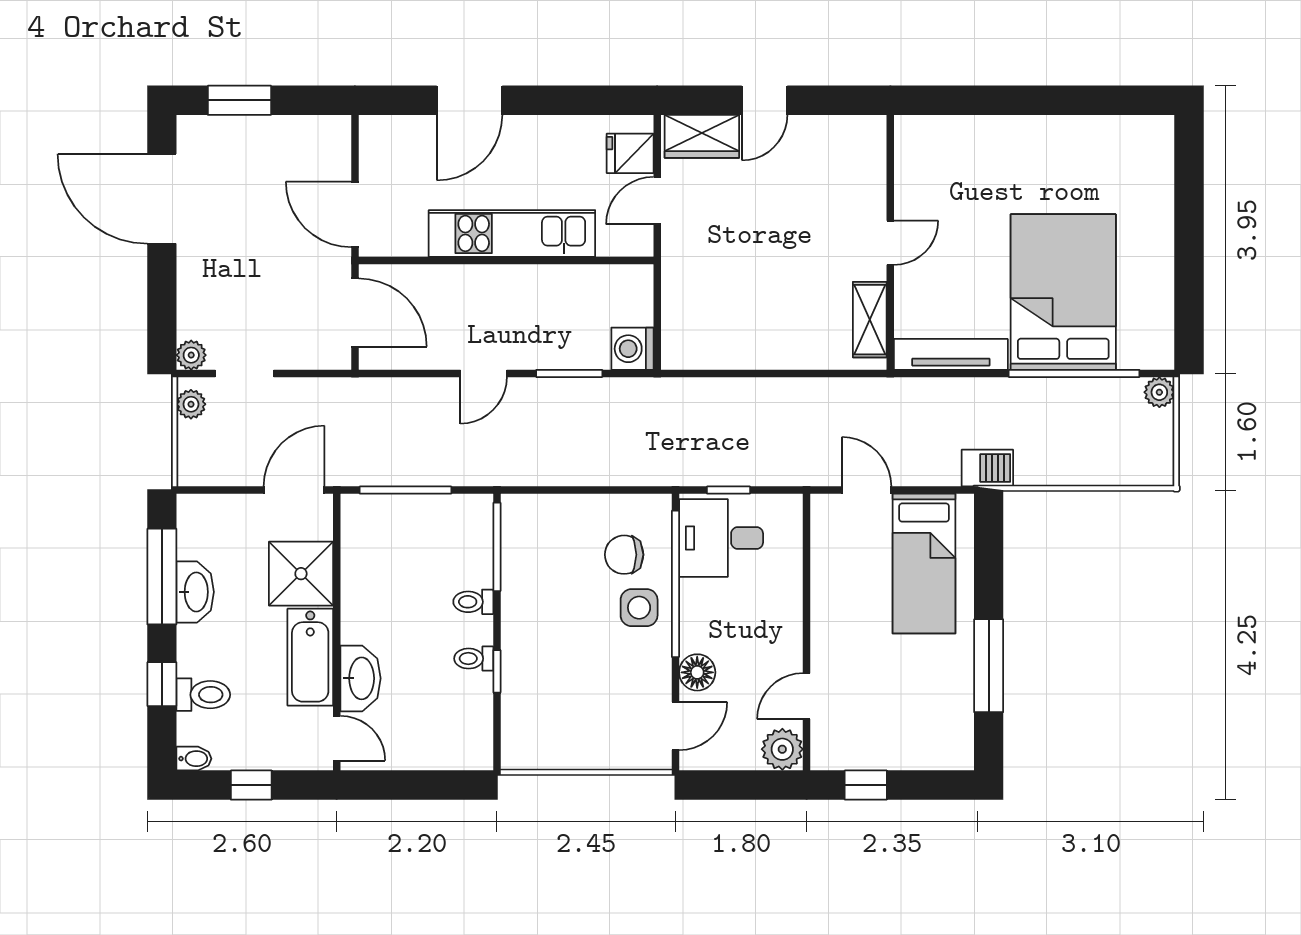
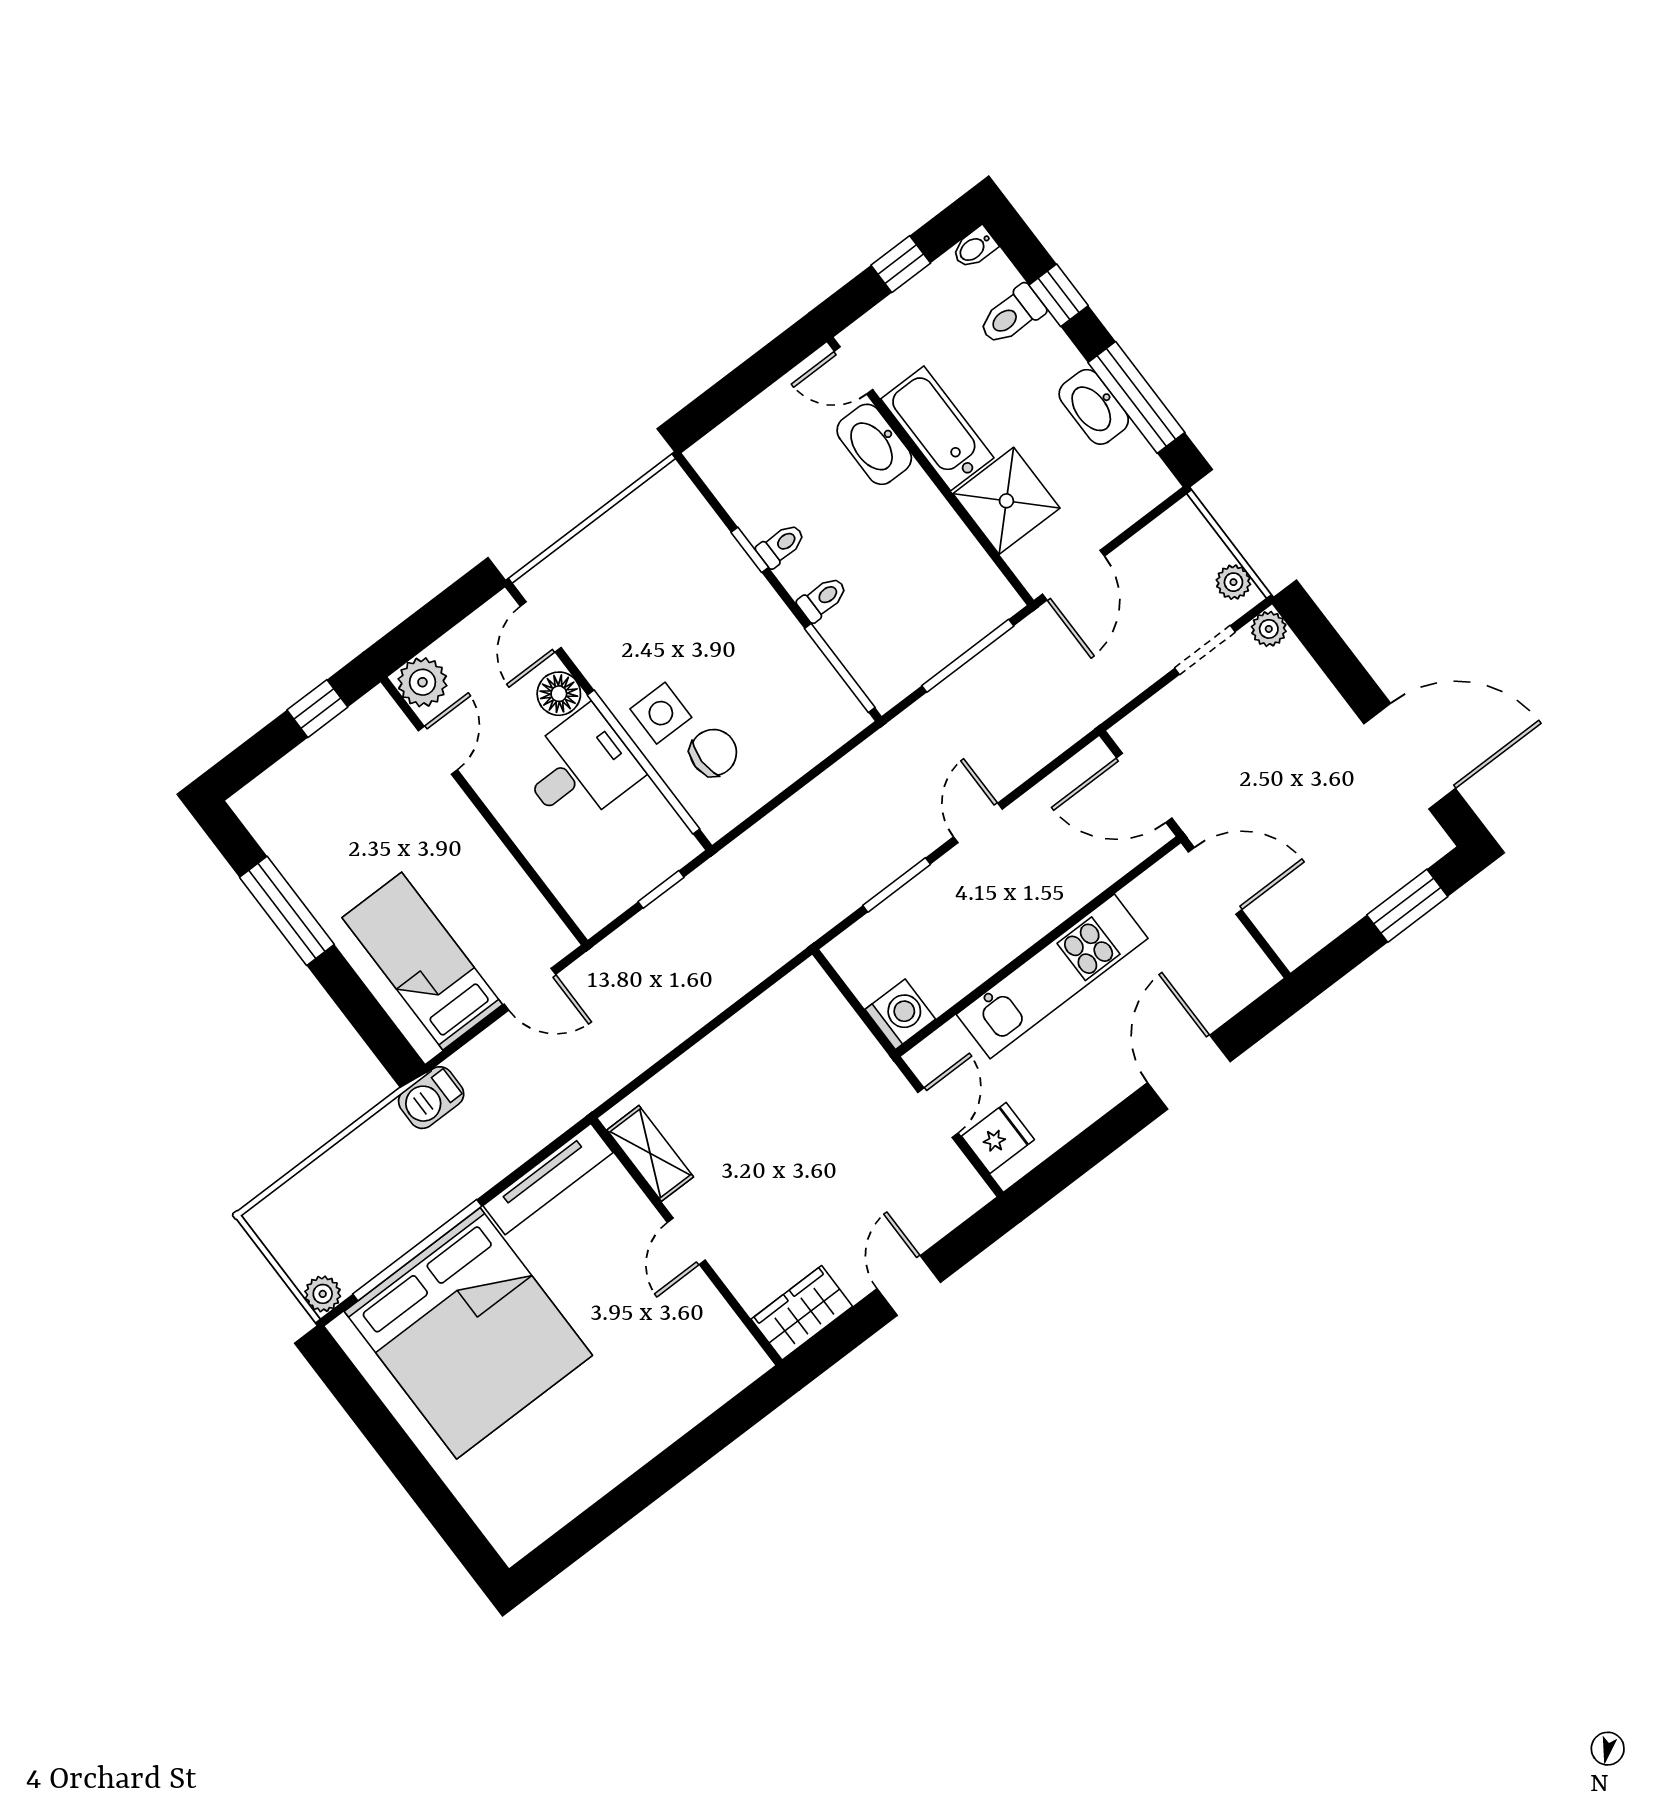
wardrobe: (702, 136) -> (802, 1313), moved
bed: (1063, 292) -> (468, 1333), width x1.36
washing machine: (632, 349) -> (900, 1014), moved
desk: (721, 538) -> (580, 768), moved

